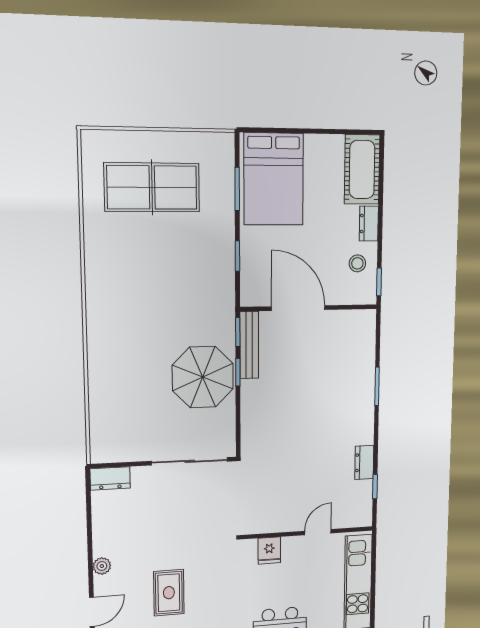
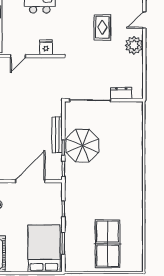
table tennis table: (152, 187) -> (108, 244), turned 90
door: (298, 308) -> (30, 181), swing flipped
bench: (249, 345) -> (57, 135), moved
dresser: (110, 478) -> (121, 93), moved
plant: (102, 566) -> (134, 45), width x1.88, depth x1.88

